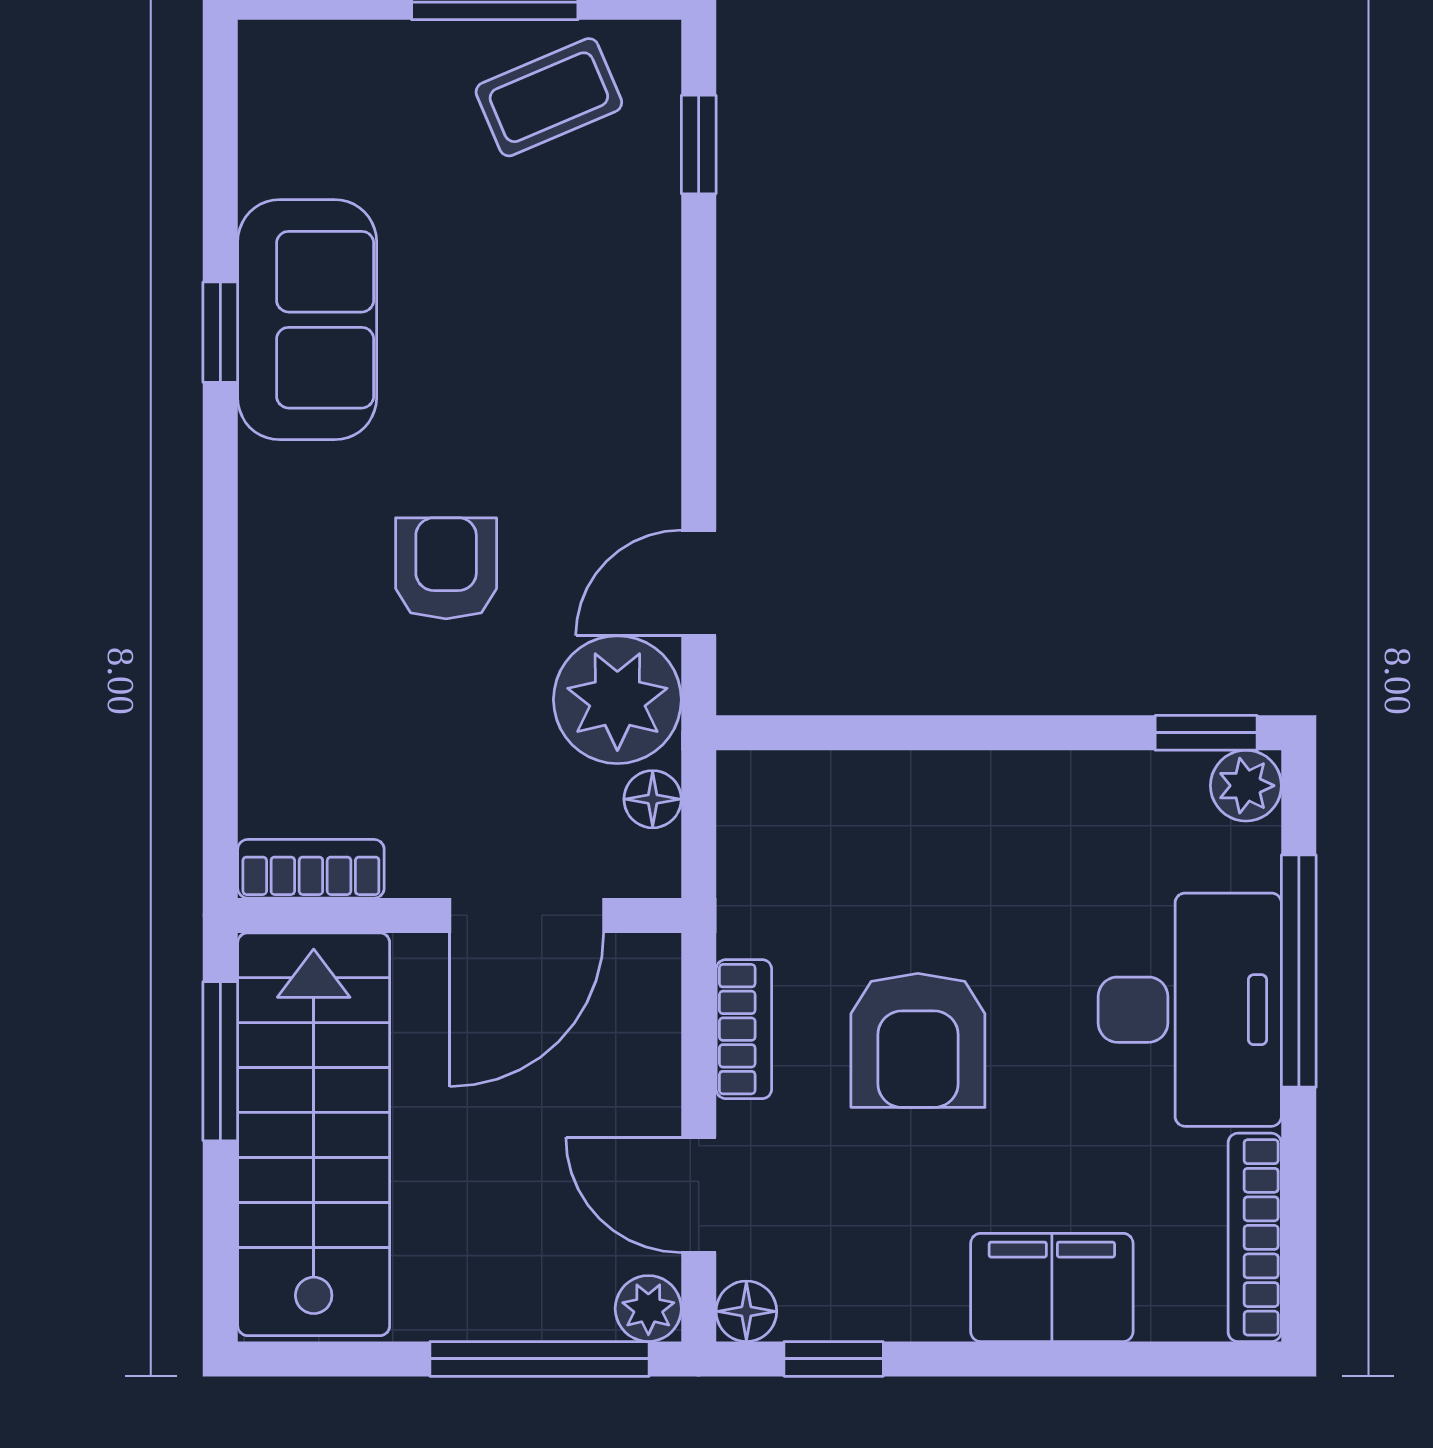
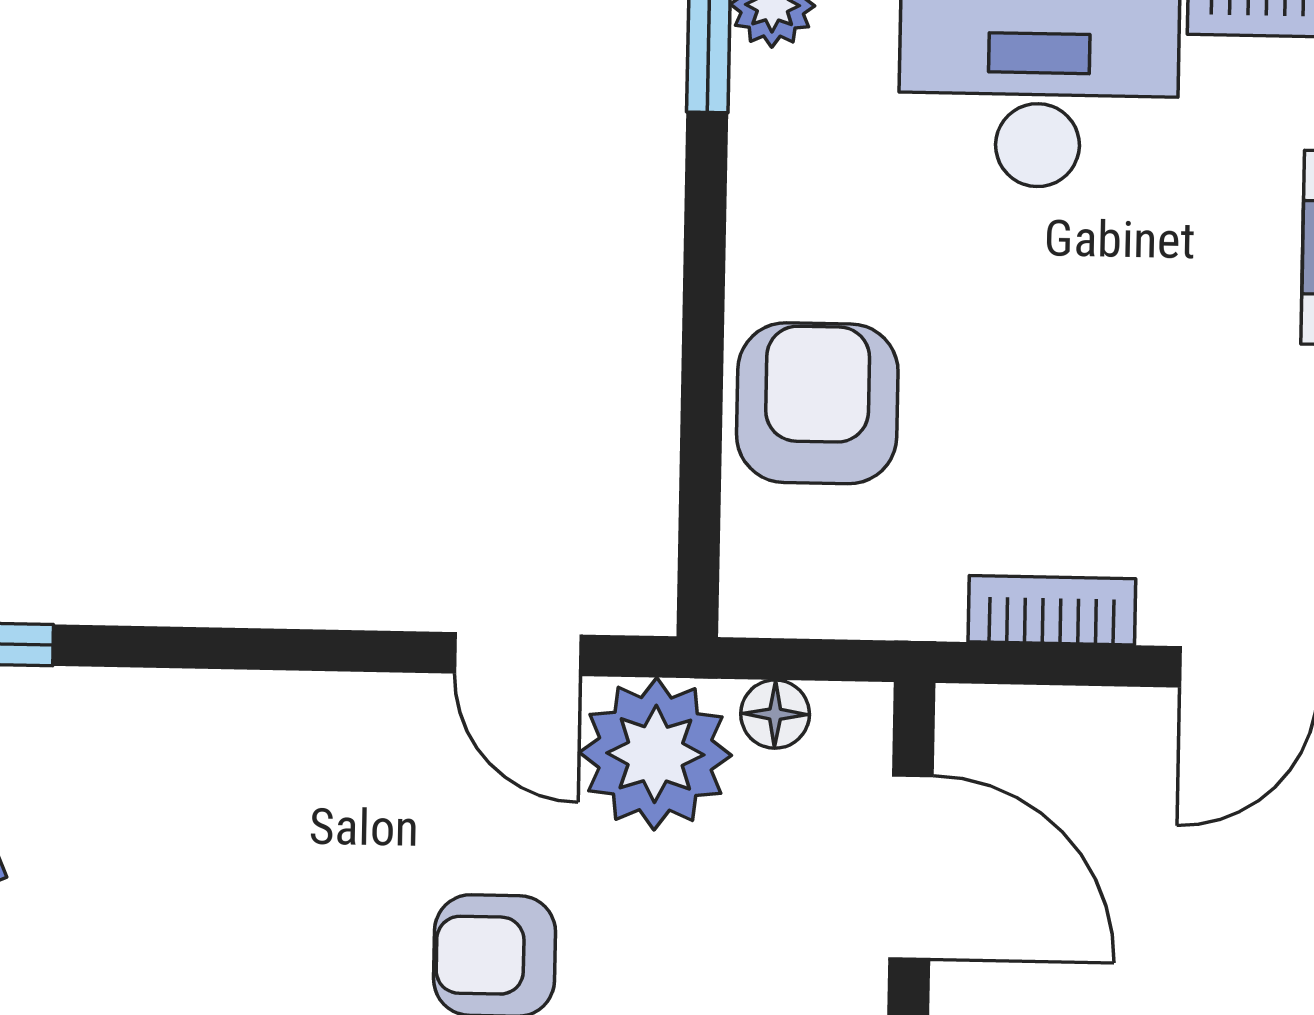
armchair: (918, 1040) -> (817, 403), moved, turned -90

